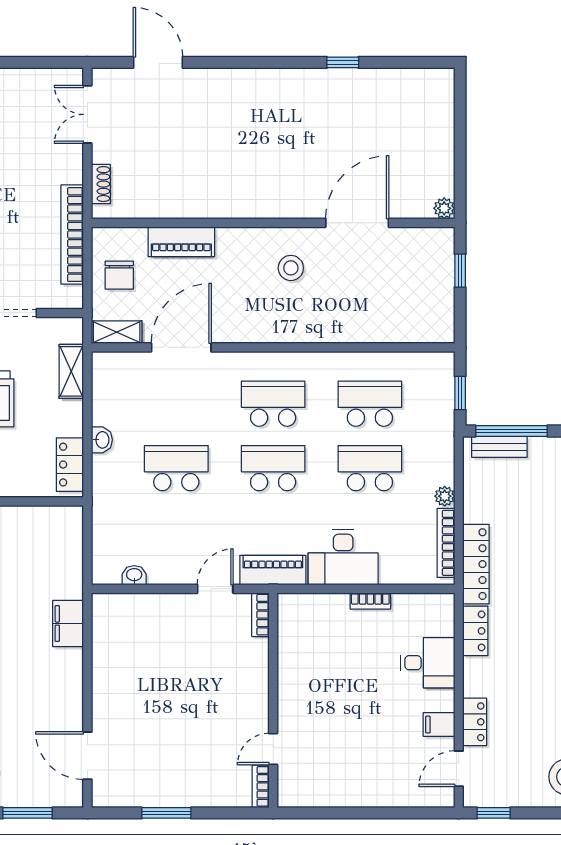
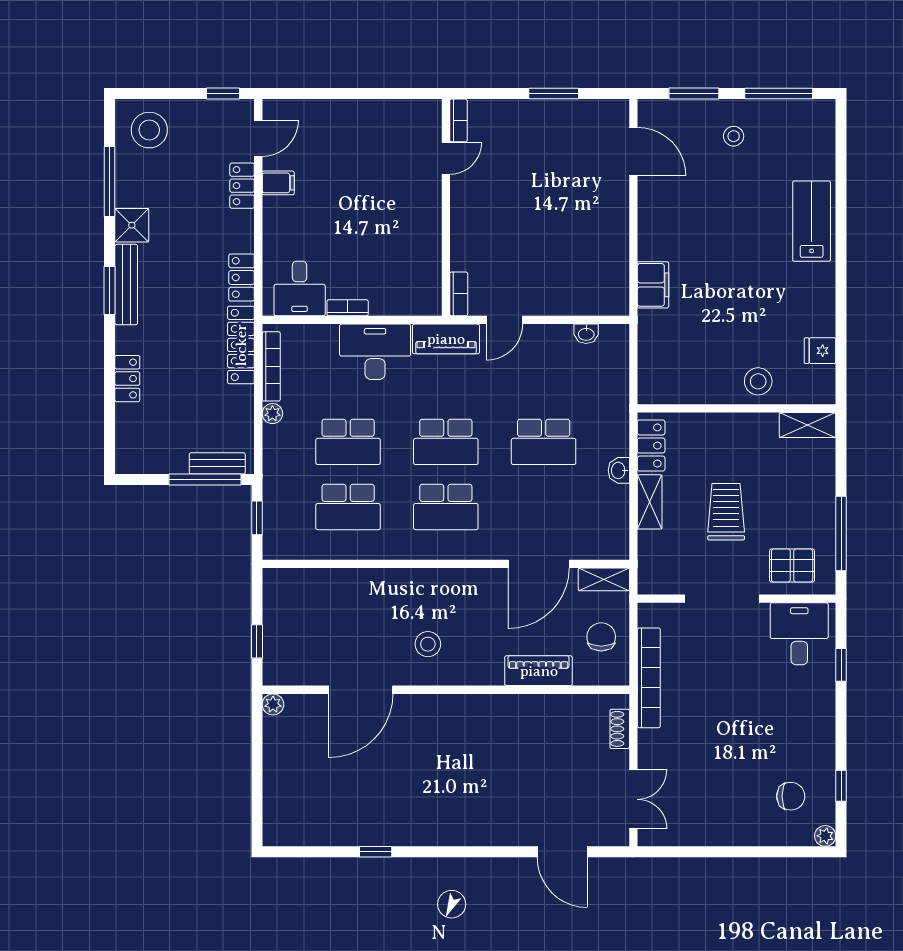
shelving: (71, 371) -> (650, 502), moved
desk: (428, 663) -> (300, 289), moved, turned -90

